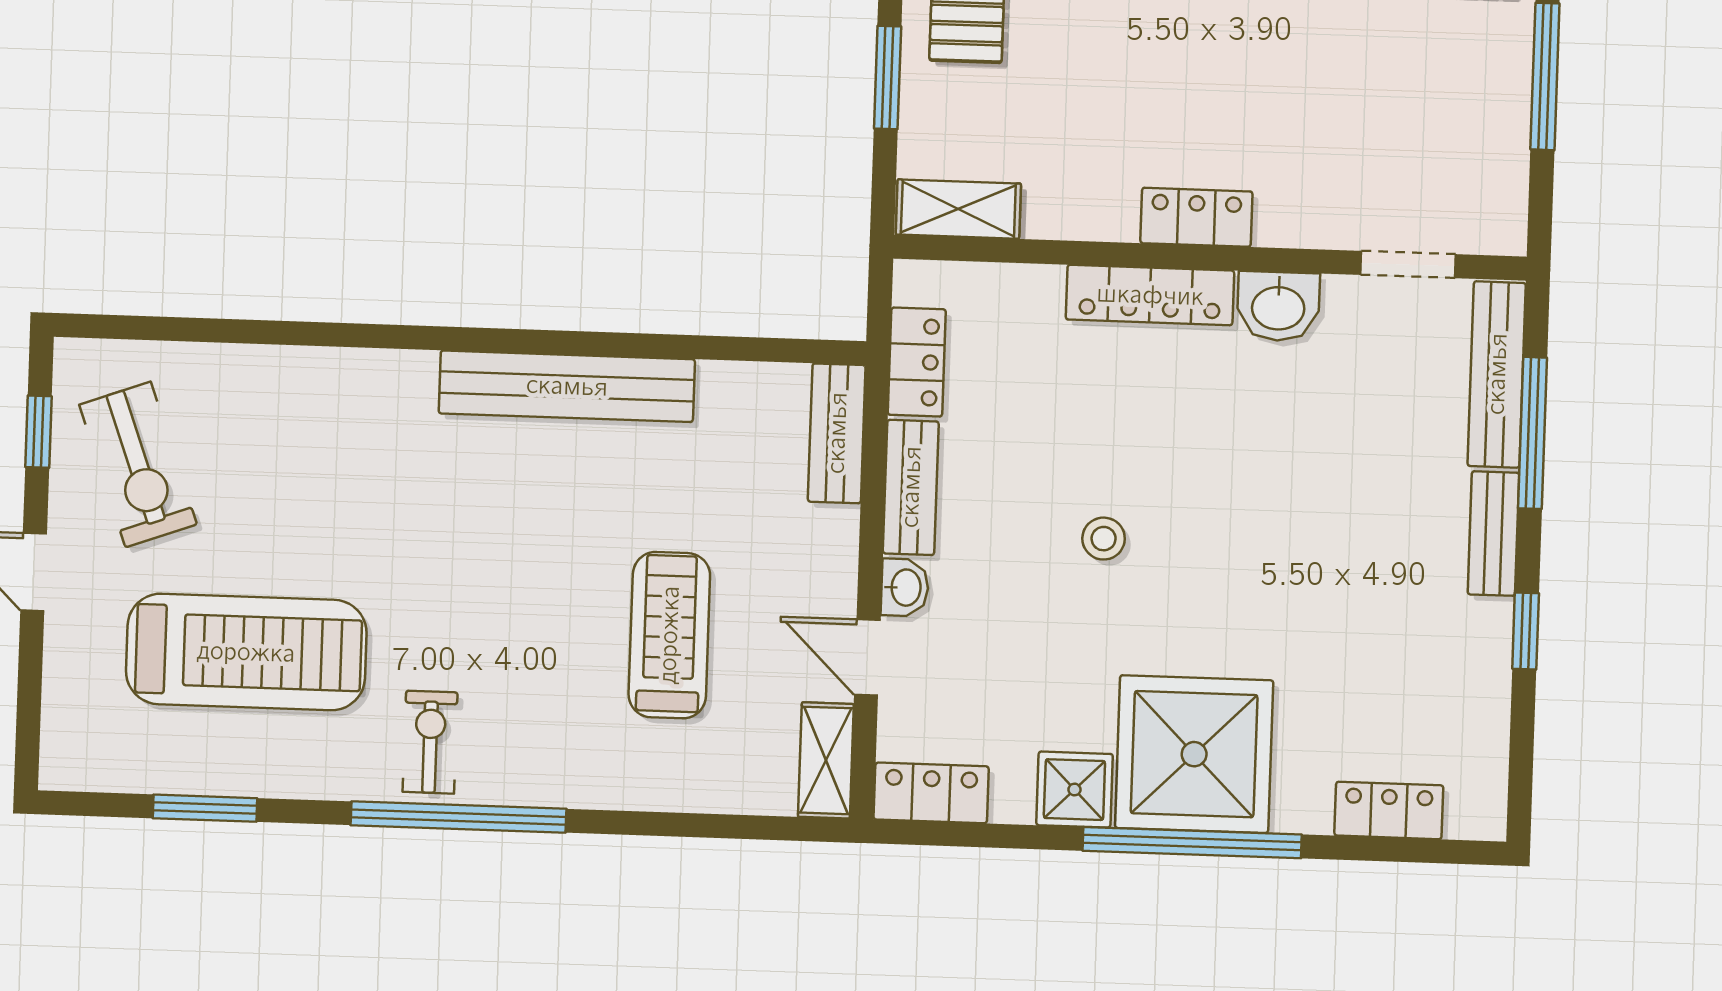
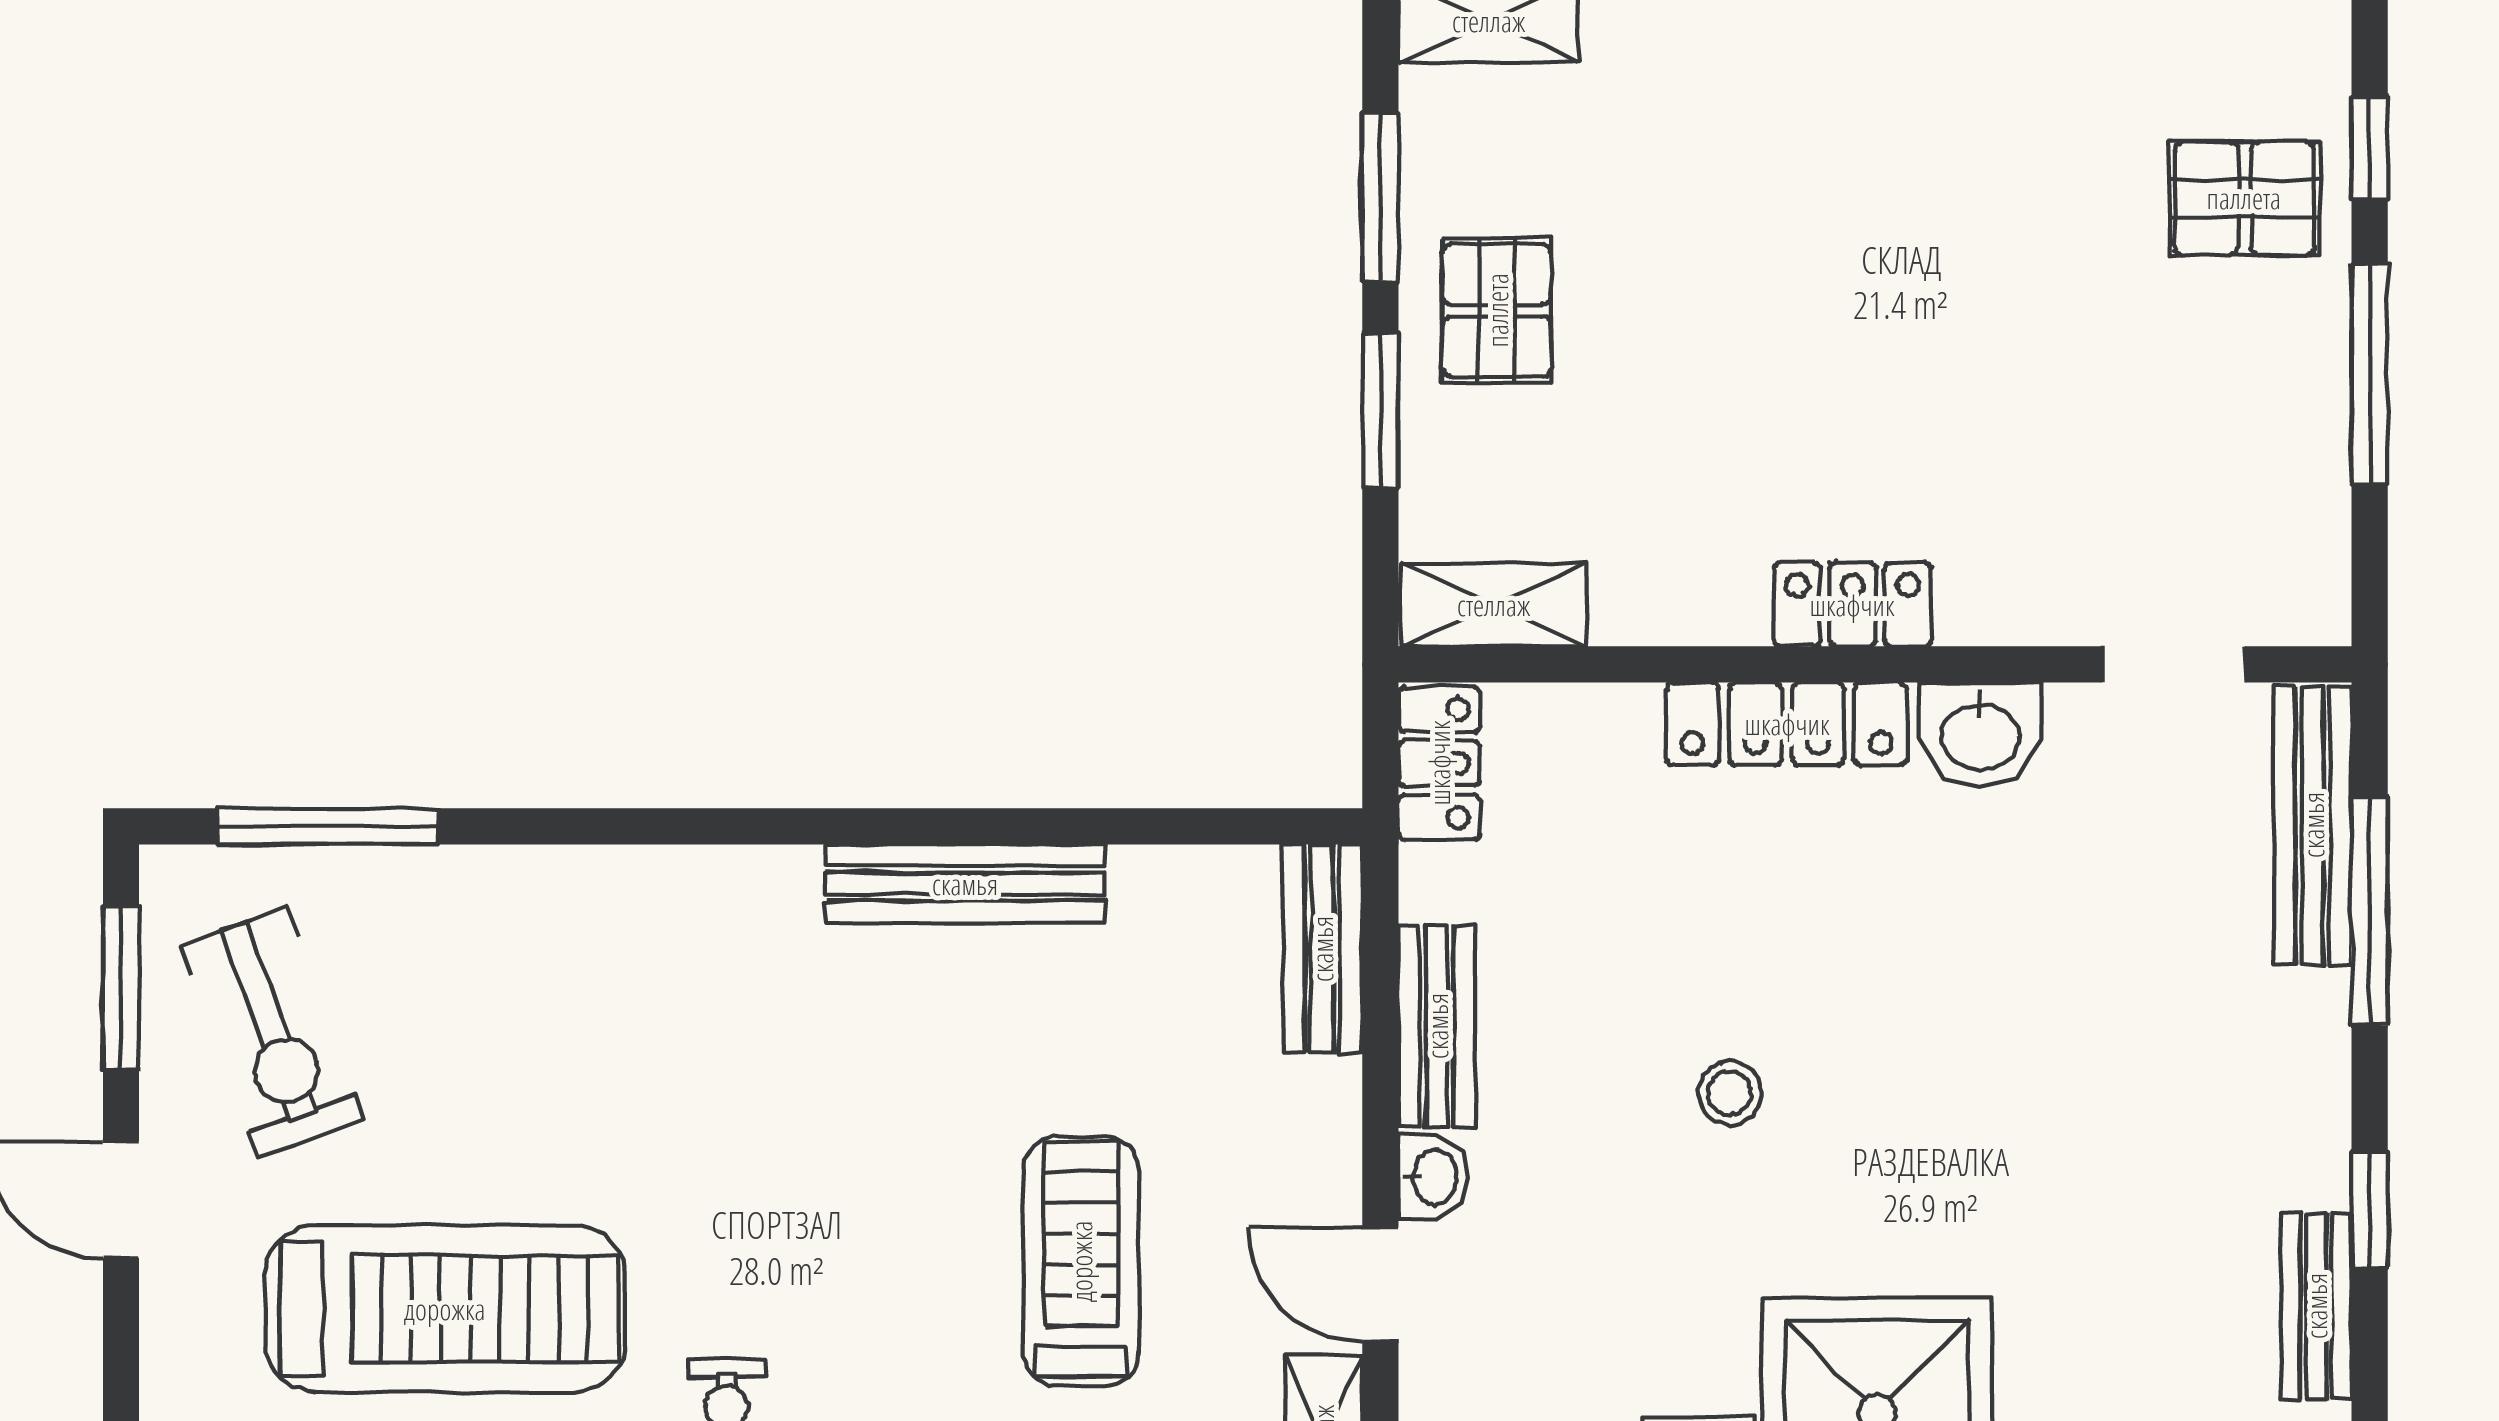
window: (180, 329) -> (328, 826), added
locker: (917, 362) -> (1439, 763), moved
bench: (567, 386) -> (965, 884), width x0.73, depth x0.82
window: (38, 432) -> (121, 988), width x1.50
bench: (1493, 534) -> (2316, 1306), moved

